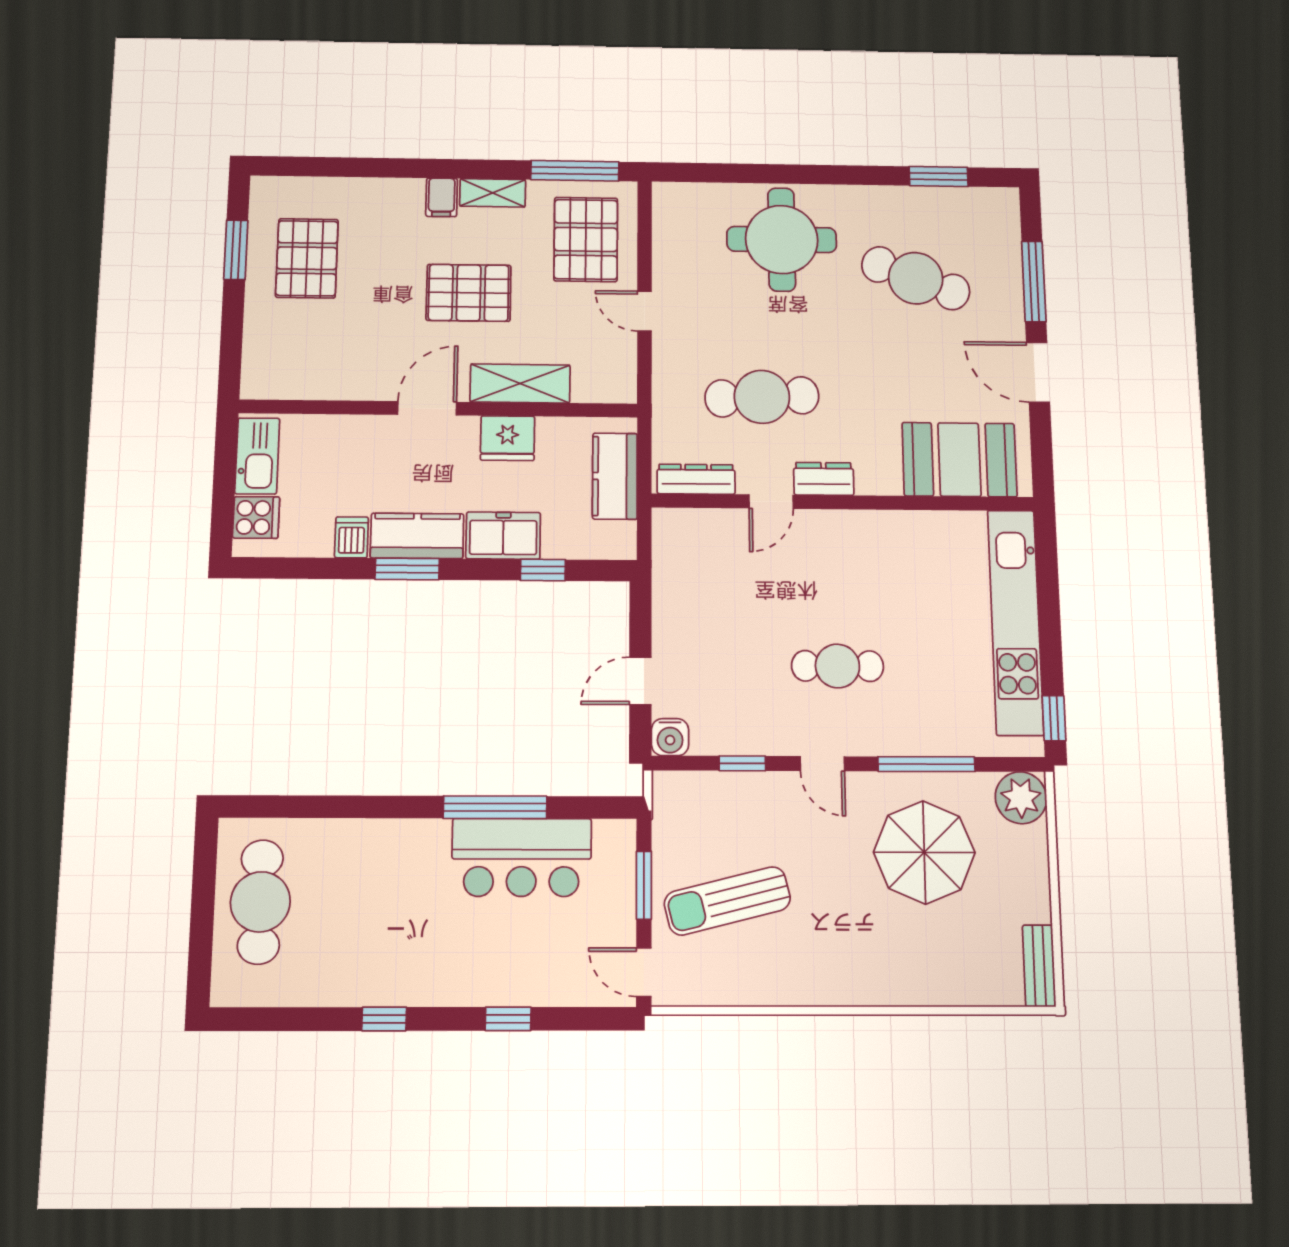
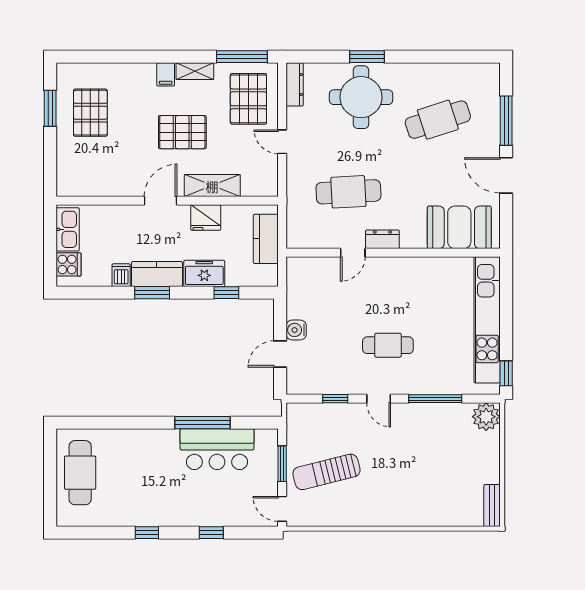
window: (939, 176) -> (367, 57), moved
cafe table: (916, 278) -> (438, 120), turned -39
dresser: (696, 479) -> (295, 84), moved, turned 90
water cooler: (670, 737) -> (296, 330), moved, turned 90
parasol: (924, 852) -> (433, 446), removed

